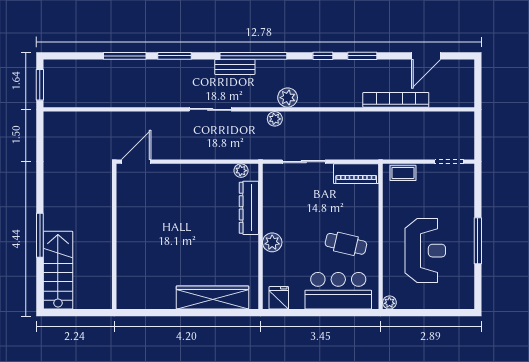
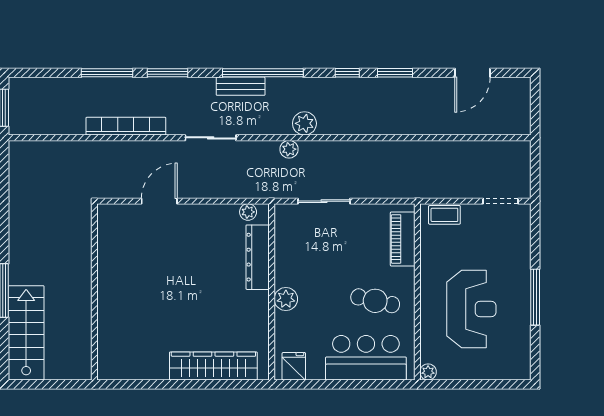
bookcase: (396, 100) -> (126, 126), moved
door: (136, 162) -> (159, 201), moved
piano: (356, 174) -> (403, 239), moved, turned 90

